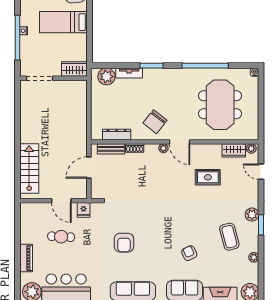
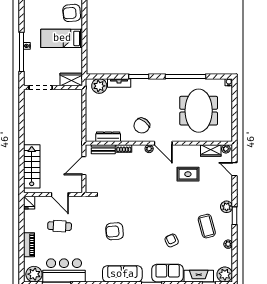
fridge: (84, 210) -> (29, 203), moved
armchair: (124, 243) -> (115, 231), turned 85

